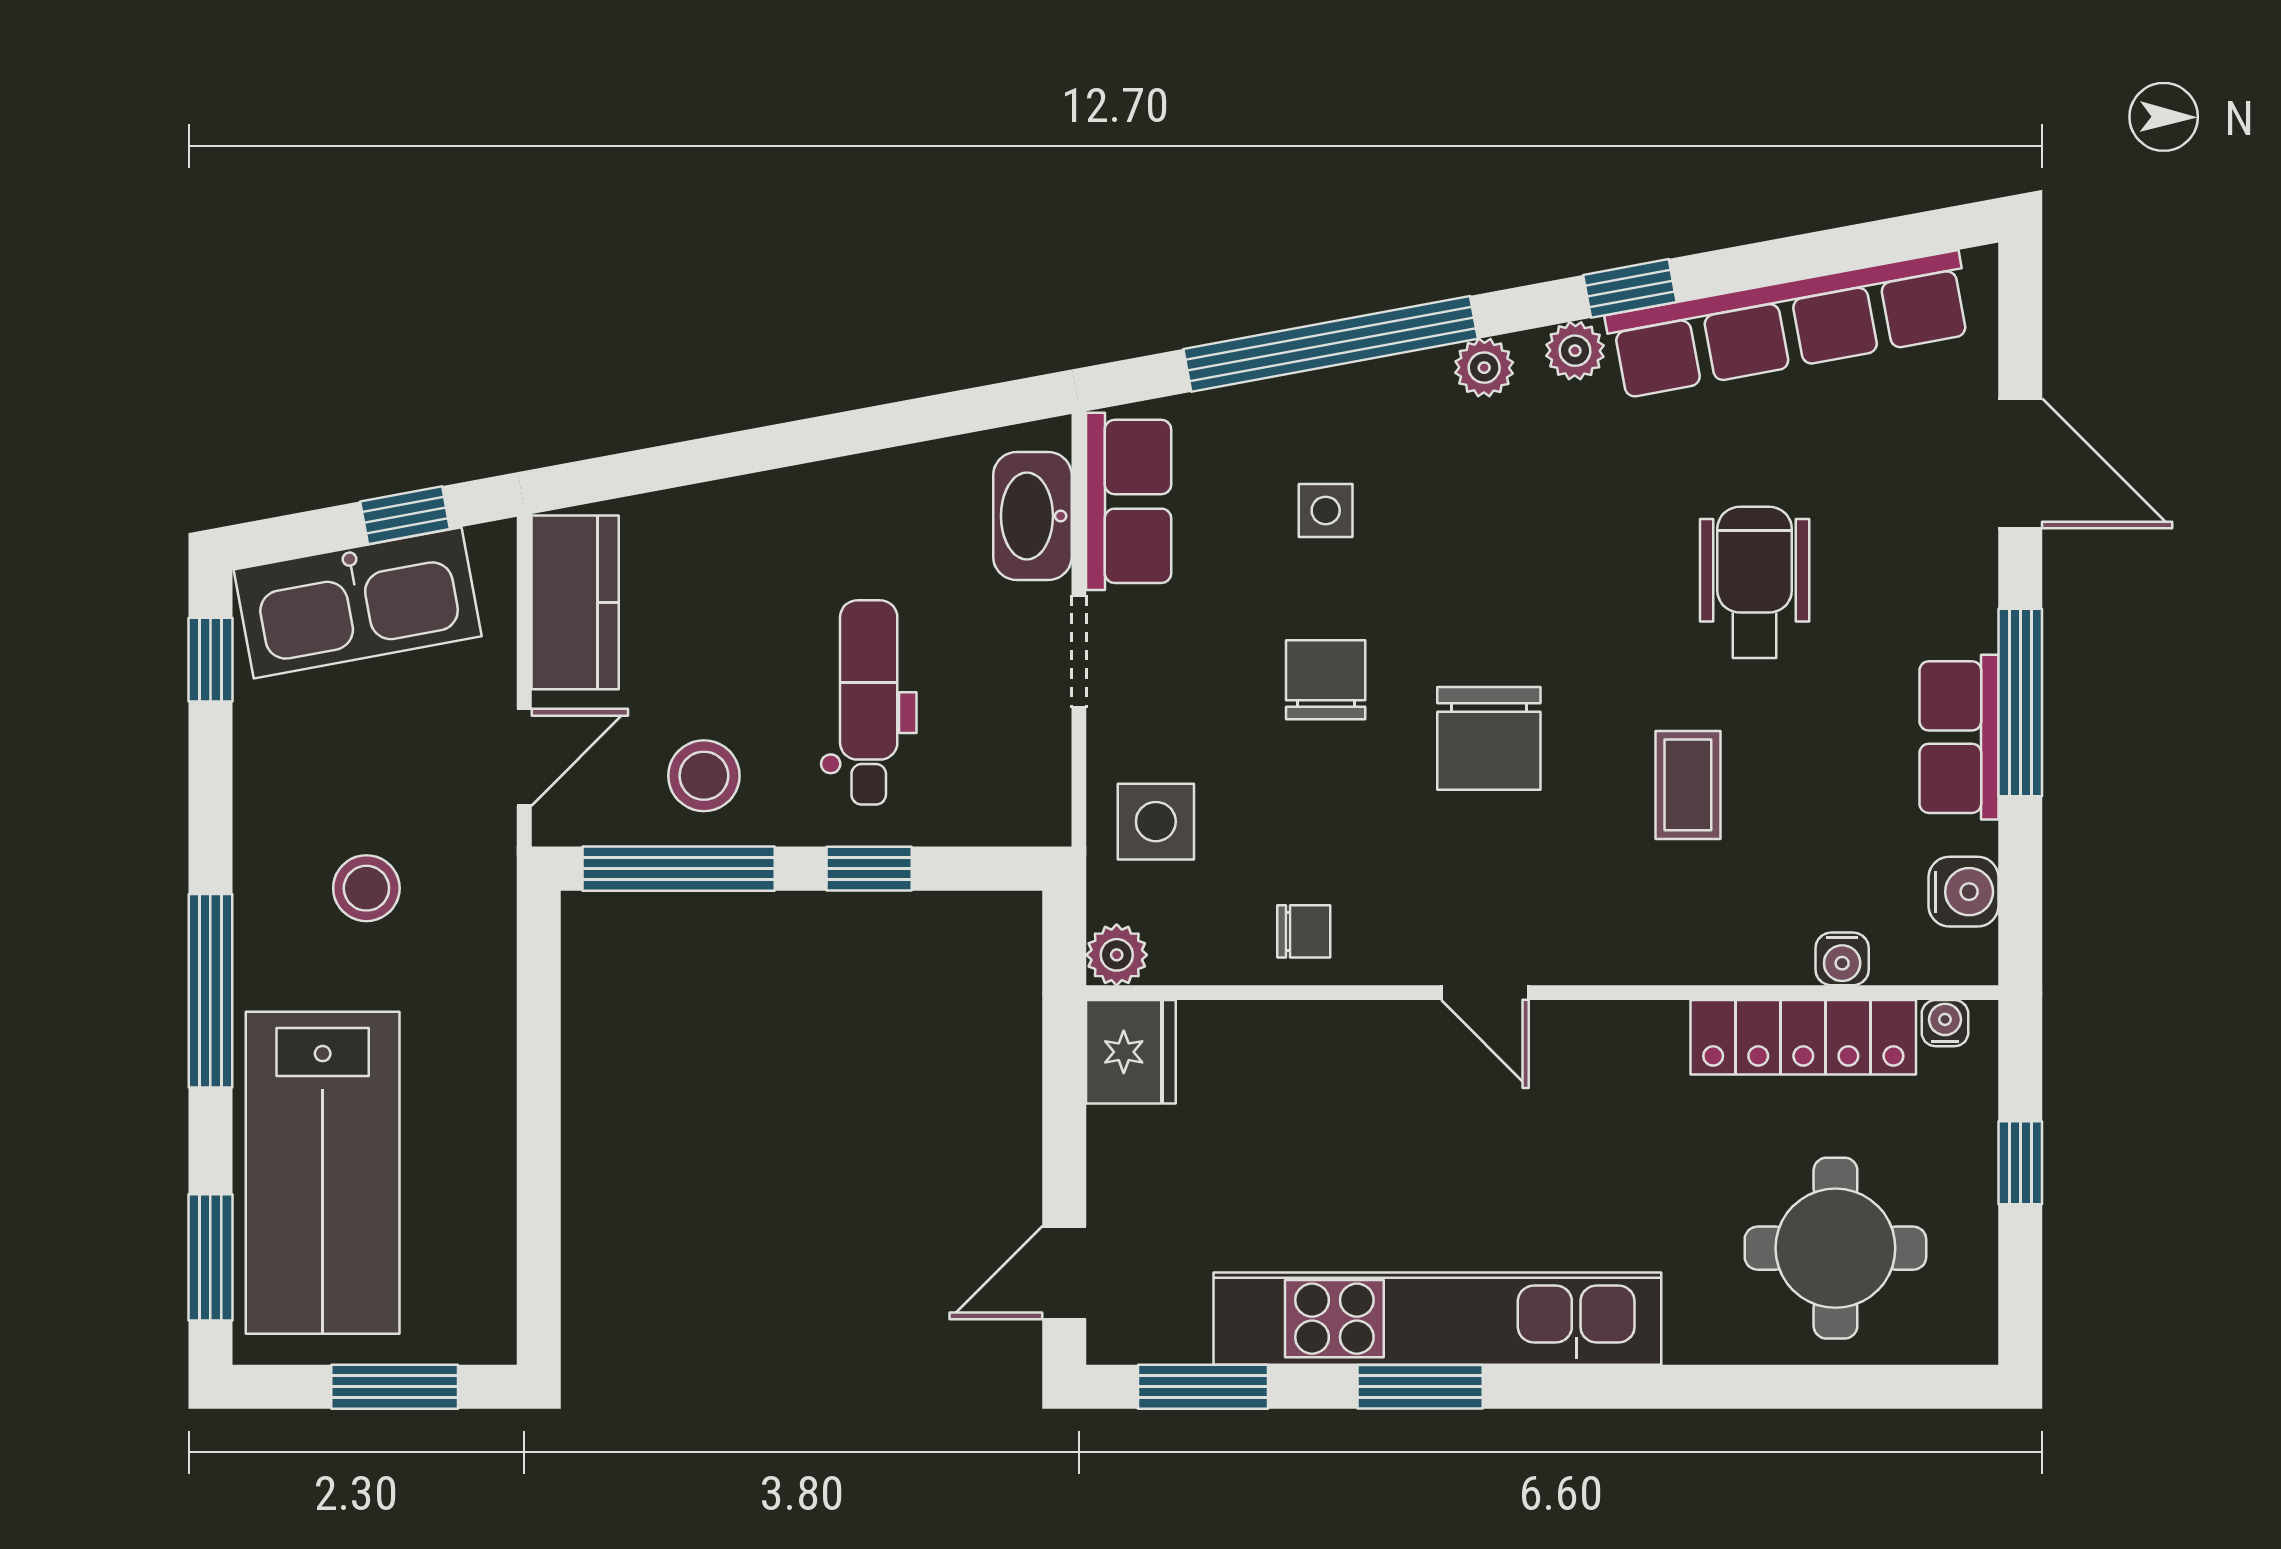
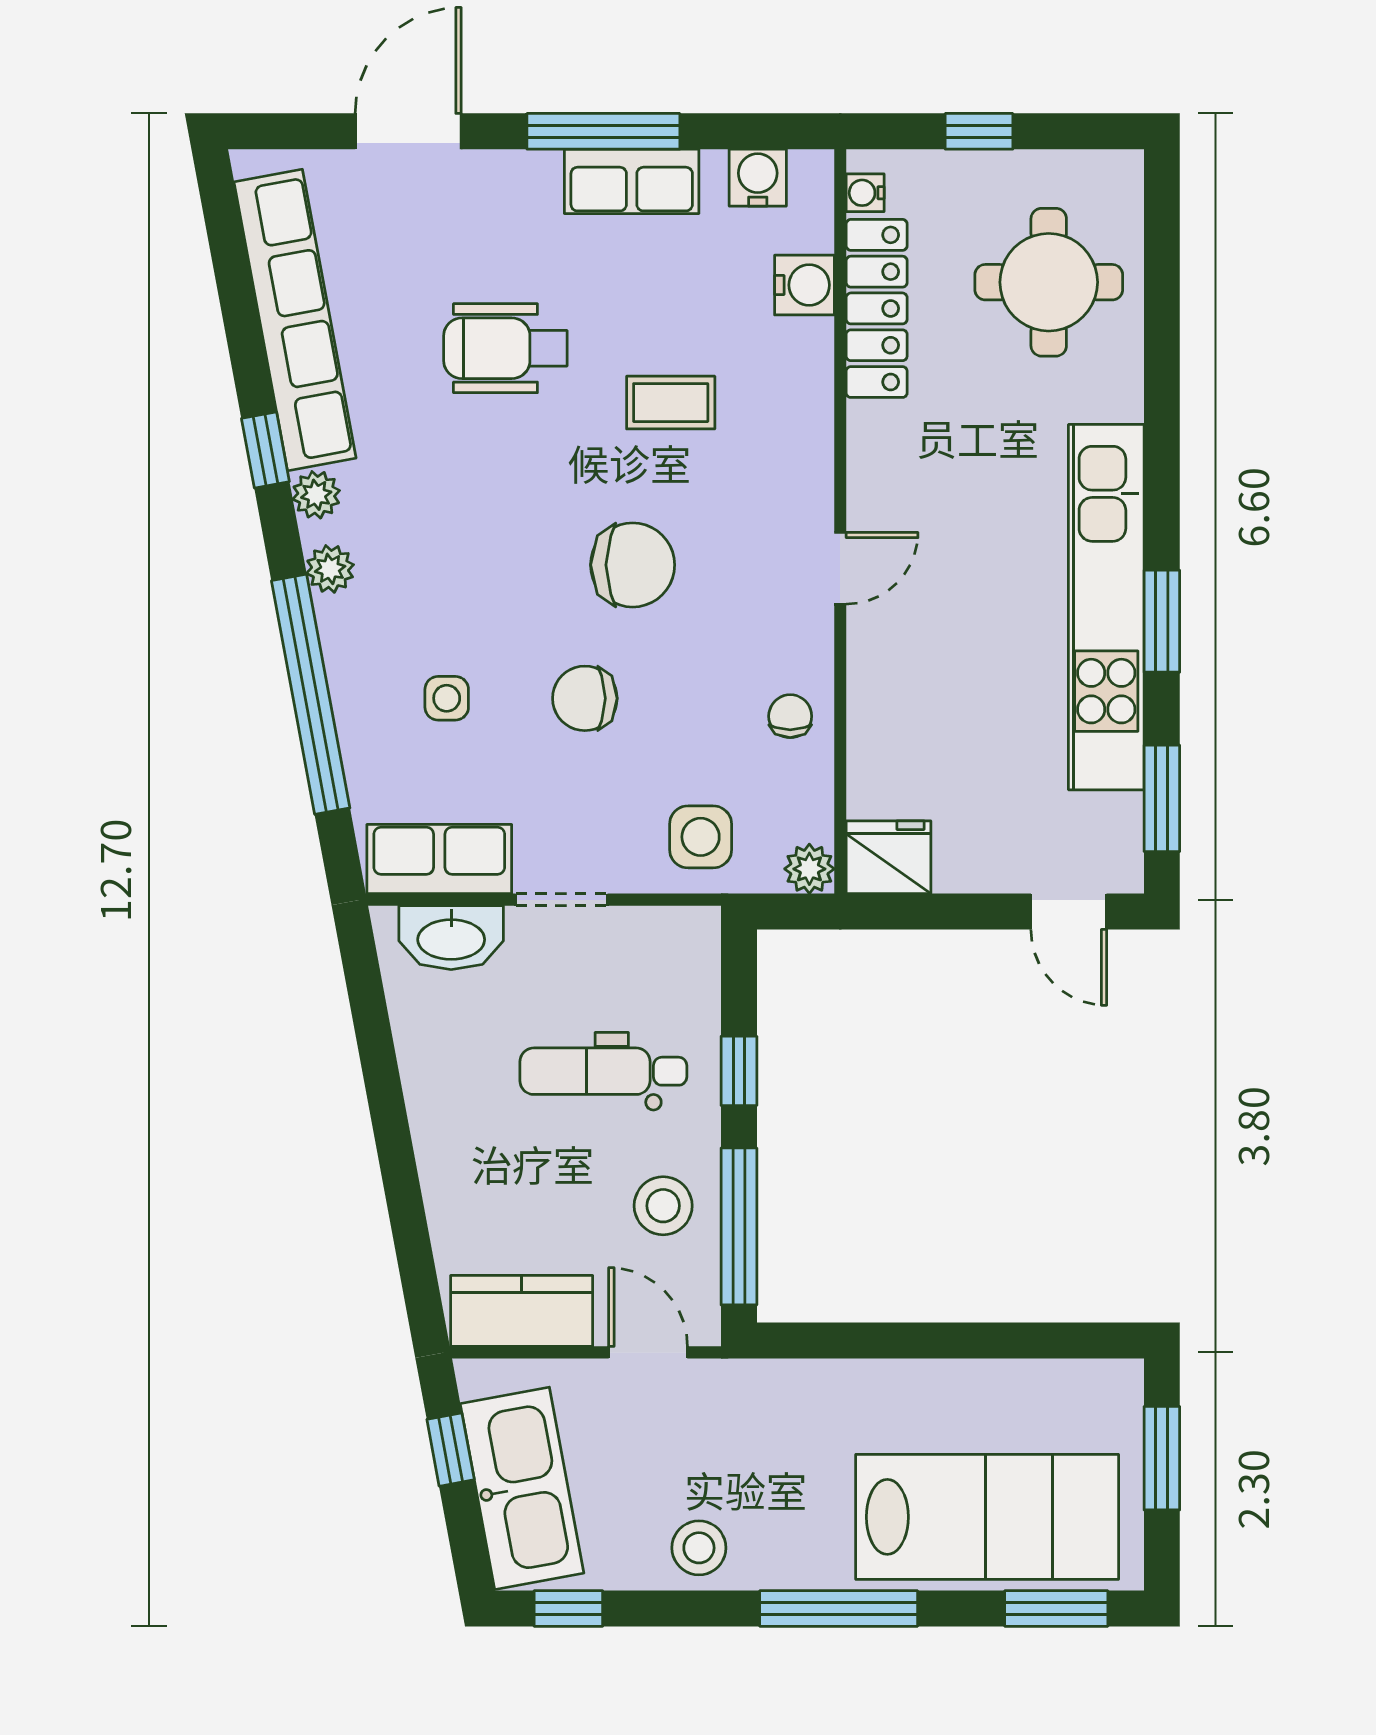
stool: (366, 888) -> (699, 1548), moved
water cooler: (1842, 959) -> (804, 285), width x1.38, depth x1.38

